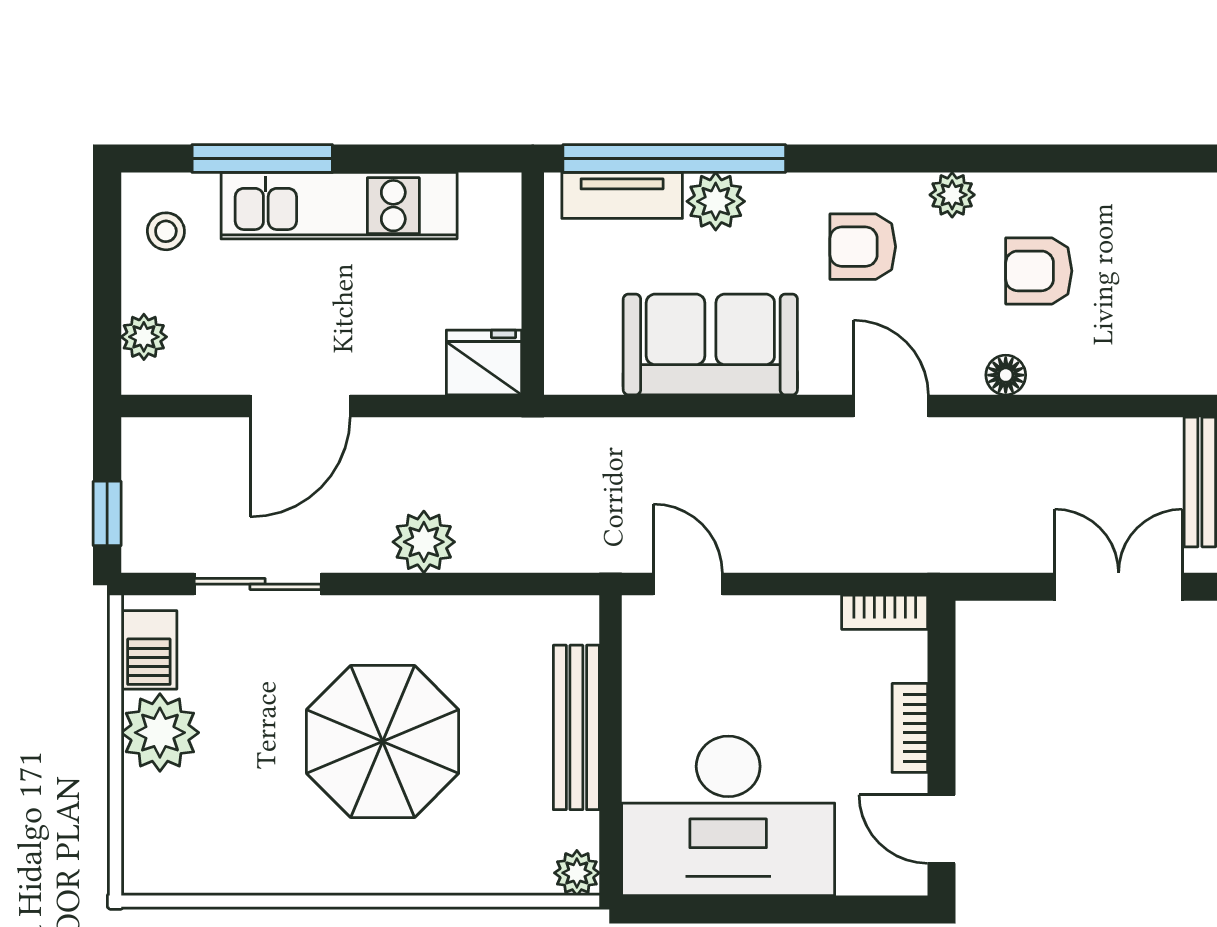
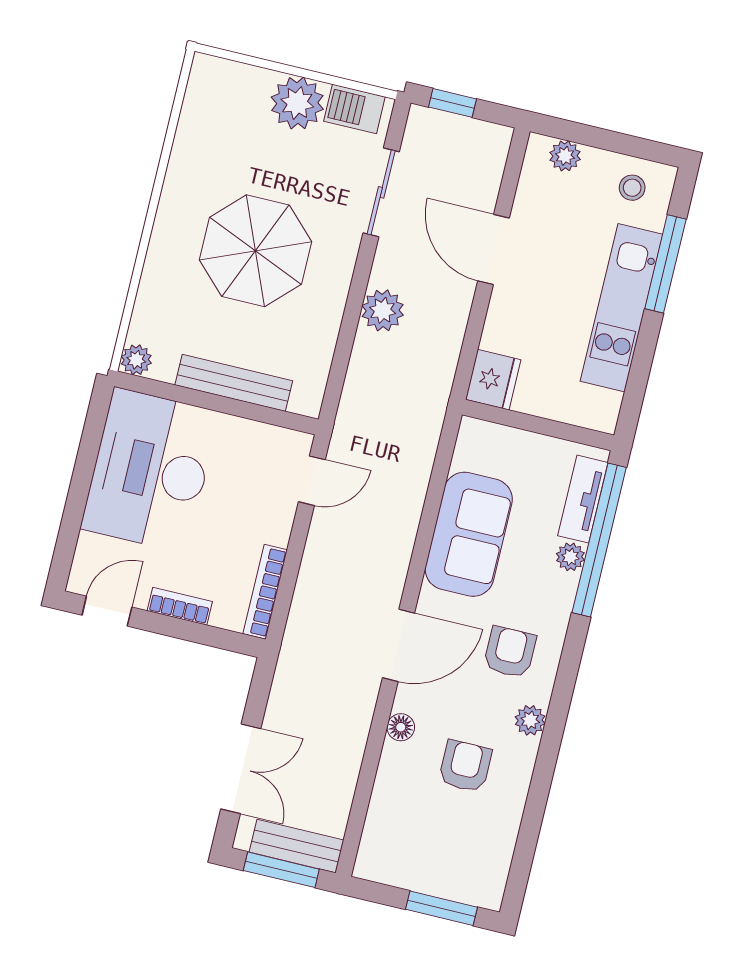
plant: (716, 201) -> (570, 557), width x0.73, depth x0.73
door: (891, 406) -> (398, 645), width x1.38
bookcase: (885, 612) -> (265, 592), width x1.56

